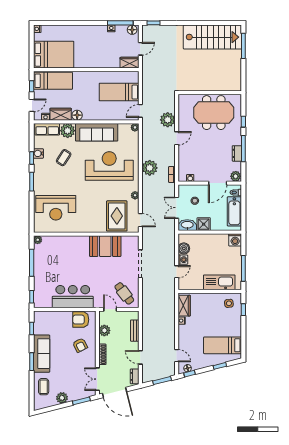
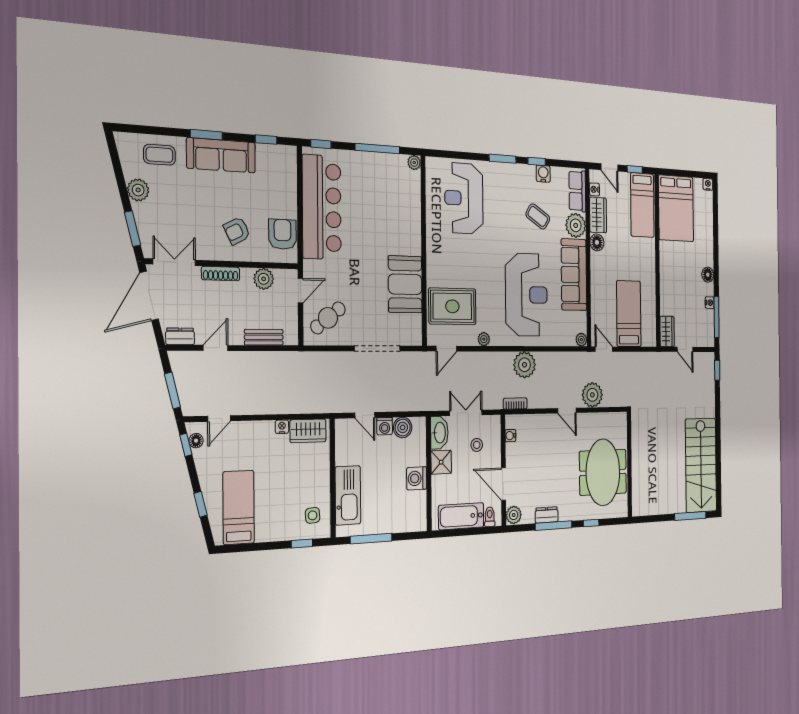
floor lamp: (132, 30) -> (708, 275), moved
washing machine: (235, 240) -> (417, 478), moved
bar counter: (73, 297) -> (322, 207), width x1.36

